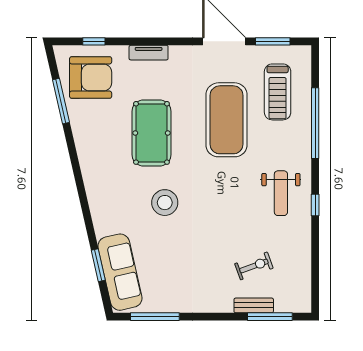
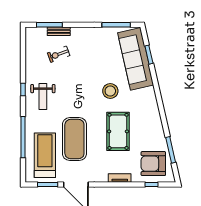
treadmill: (278, 92) -> (45, 155), width x1.37, depth x1.38
weight bench: (281, 193) -> (43, 96), turned 180
sofa: (120, 272) -> (136, 59), width x1.36, depth x1.27

